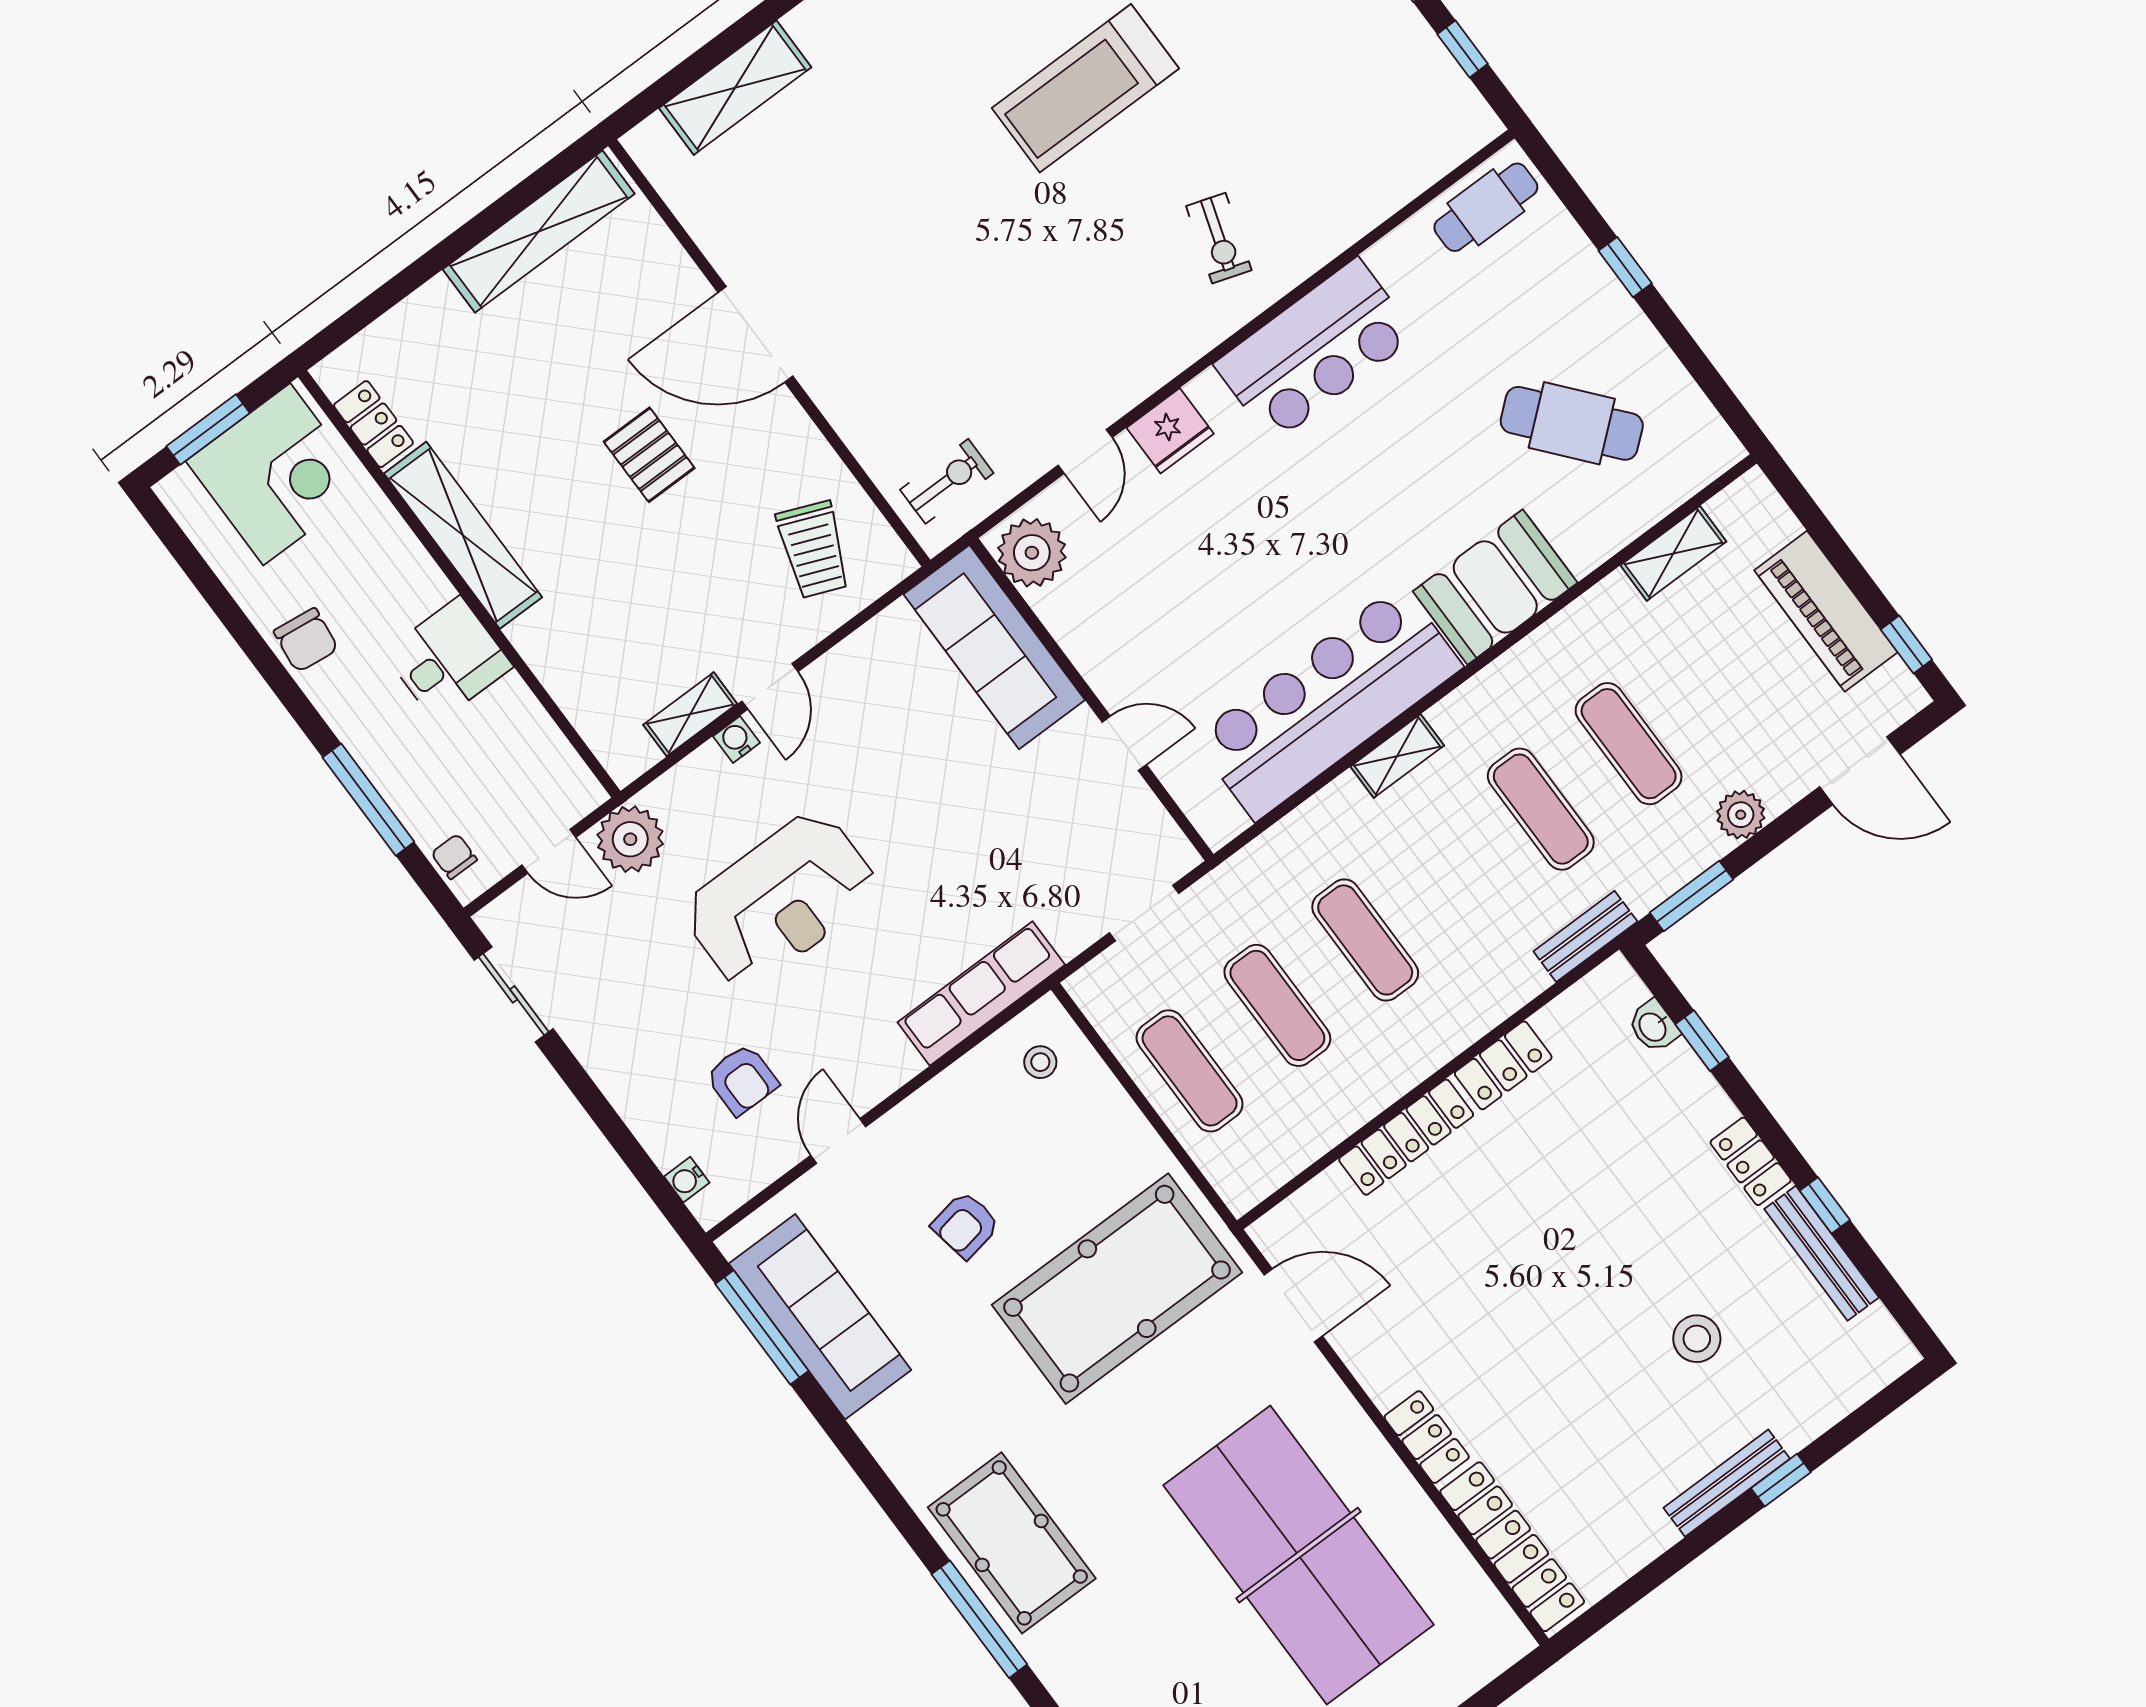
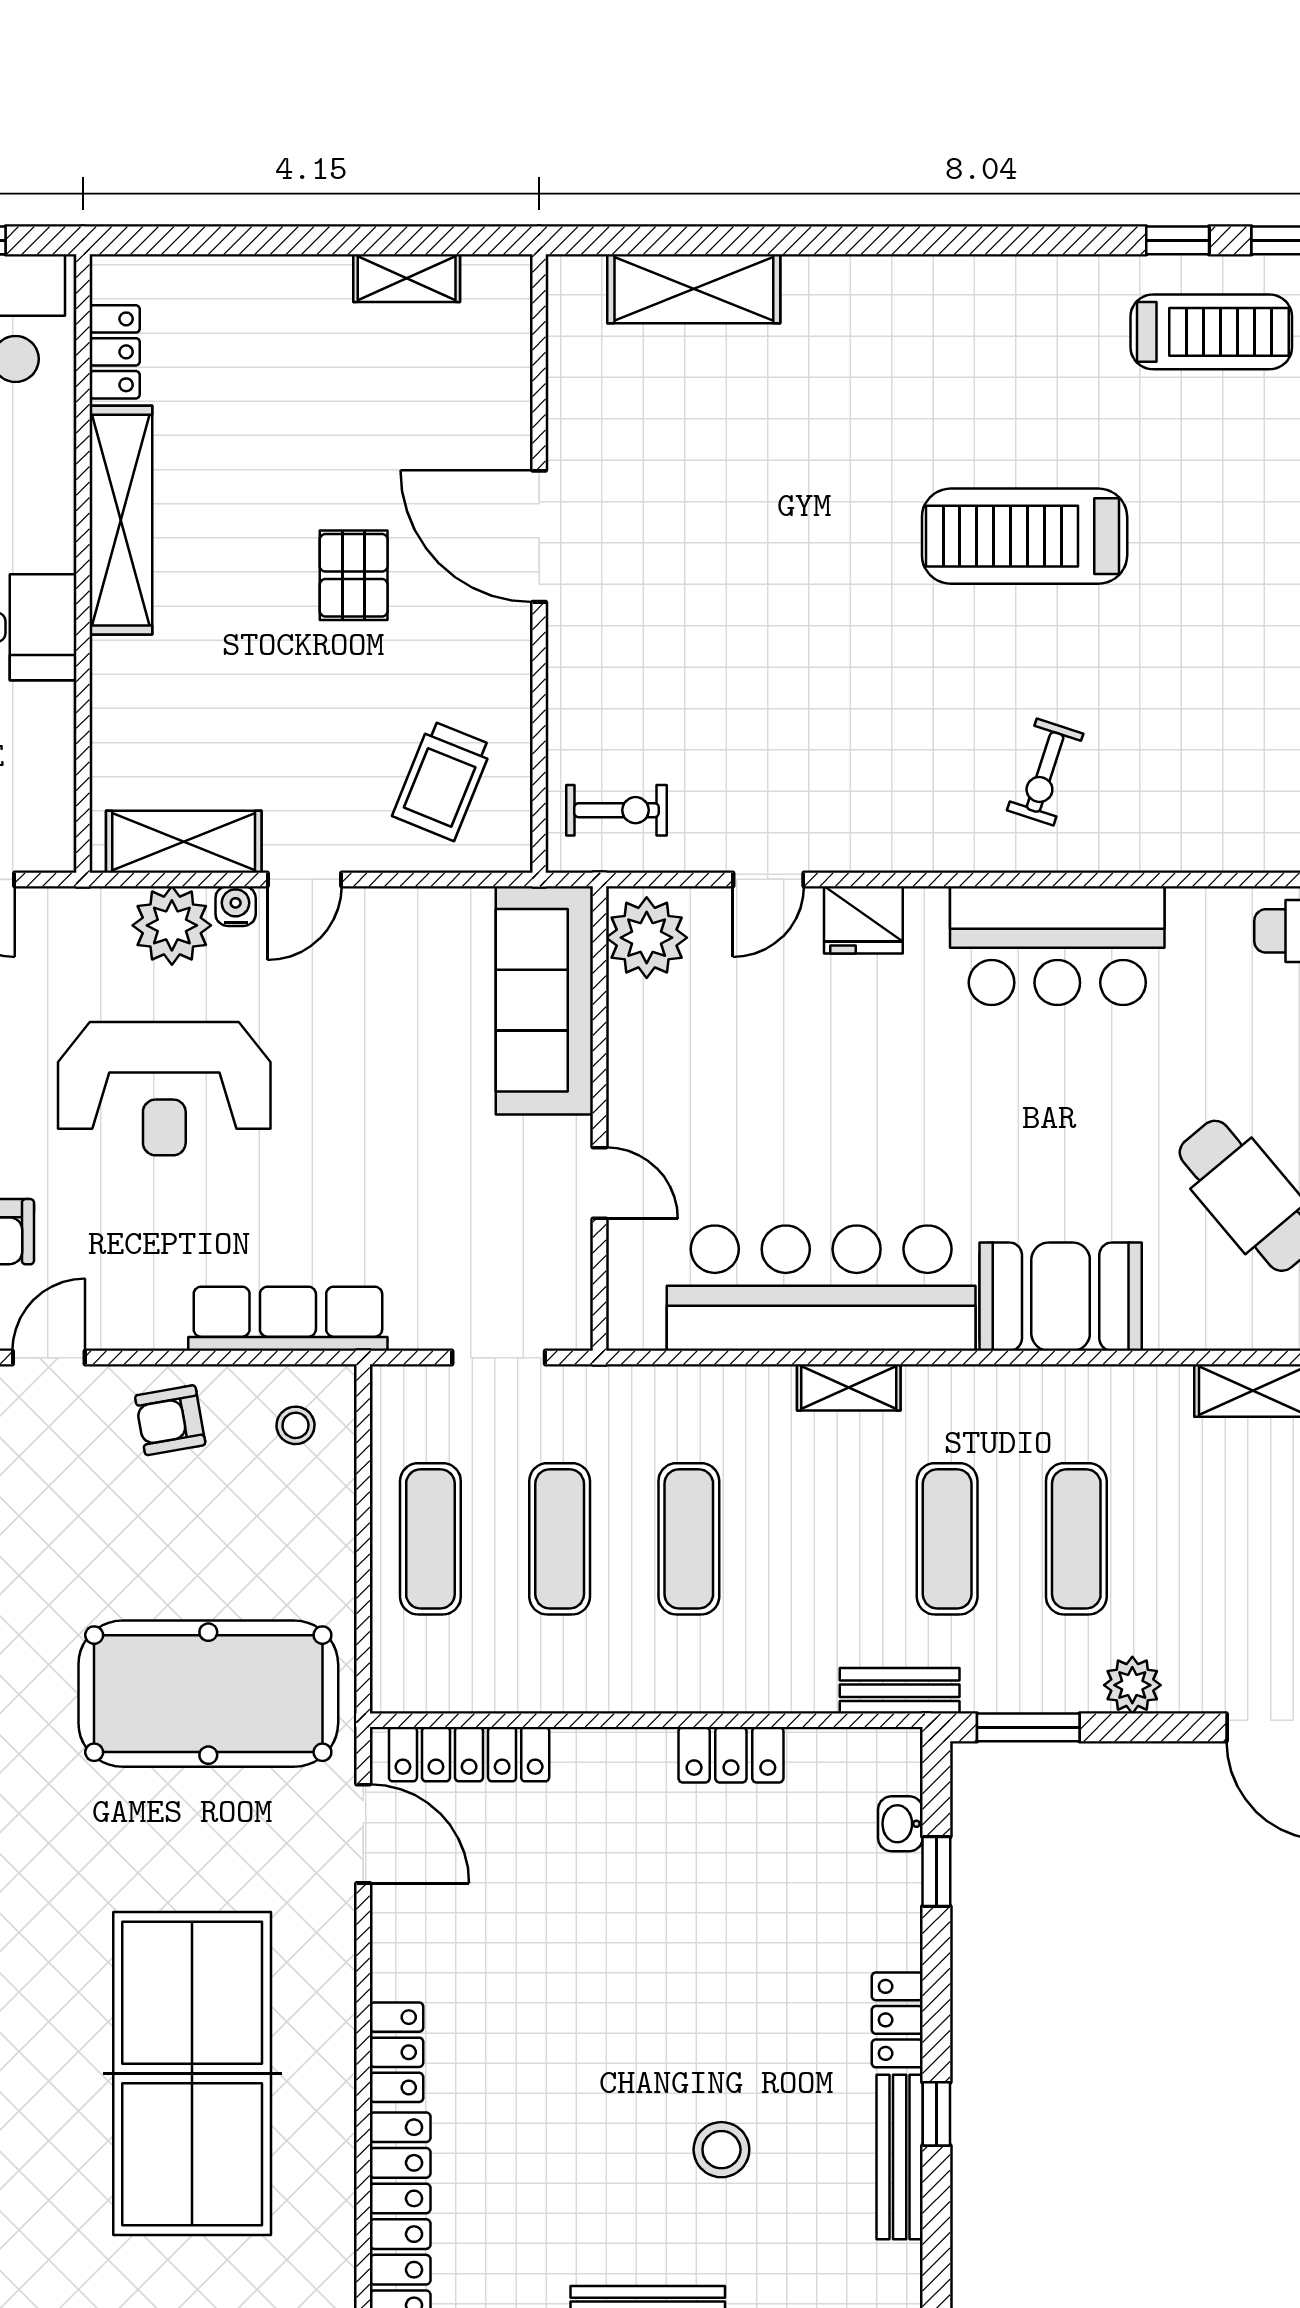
shelving: (539, 231) -> (407, 278), width x0.45, depth x0.75
shelving: (690, 714) -> (184, 842), width x1.50, depth x1.33
plant: (630, 839) -> (172, 925), moved
locker: (1406, 1137) -> (469, 1754), moved
armchair: (966, 1225) -> (170, 1420), moved

